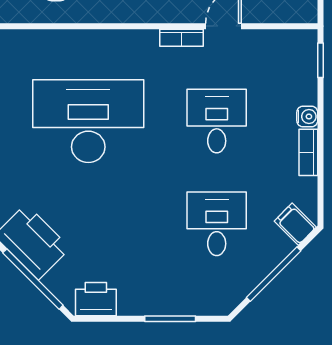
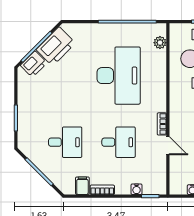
plant: (25, 41) -> (160, 43), added
water cooler: (307, 117) -> (137, 189), moved
filing cabinet: (295, 224) -> (82, 186), moved, turned -45
printer: (96, 299) -> (34, 64), moved, turned 45

